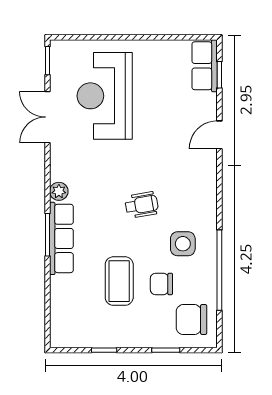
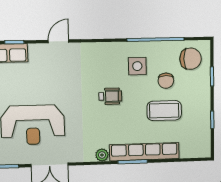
door: (219, 135) -> (58, 41), swing flipped
wheelchair: (142, 205) -> (110, 96), turned 100
row of seats: (61, 238) -> (144, 152), width x1.36
chair: (191, 320) -> (191, 59), turned -90

